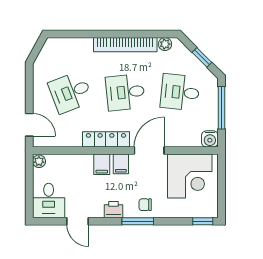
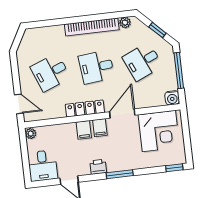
desk: (180, 92) -> (143, 62), turned -30
chair: (145, 205) -> (124, 160), removed

